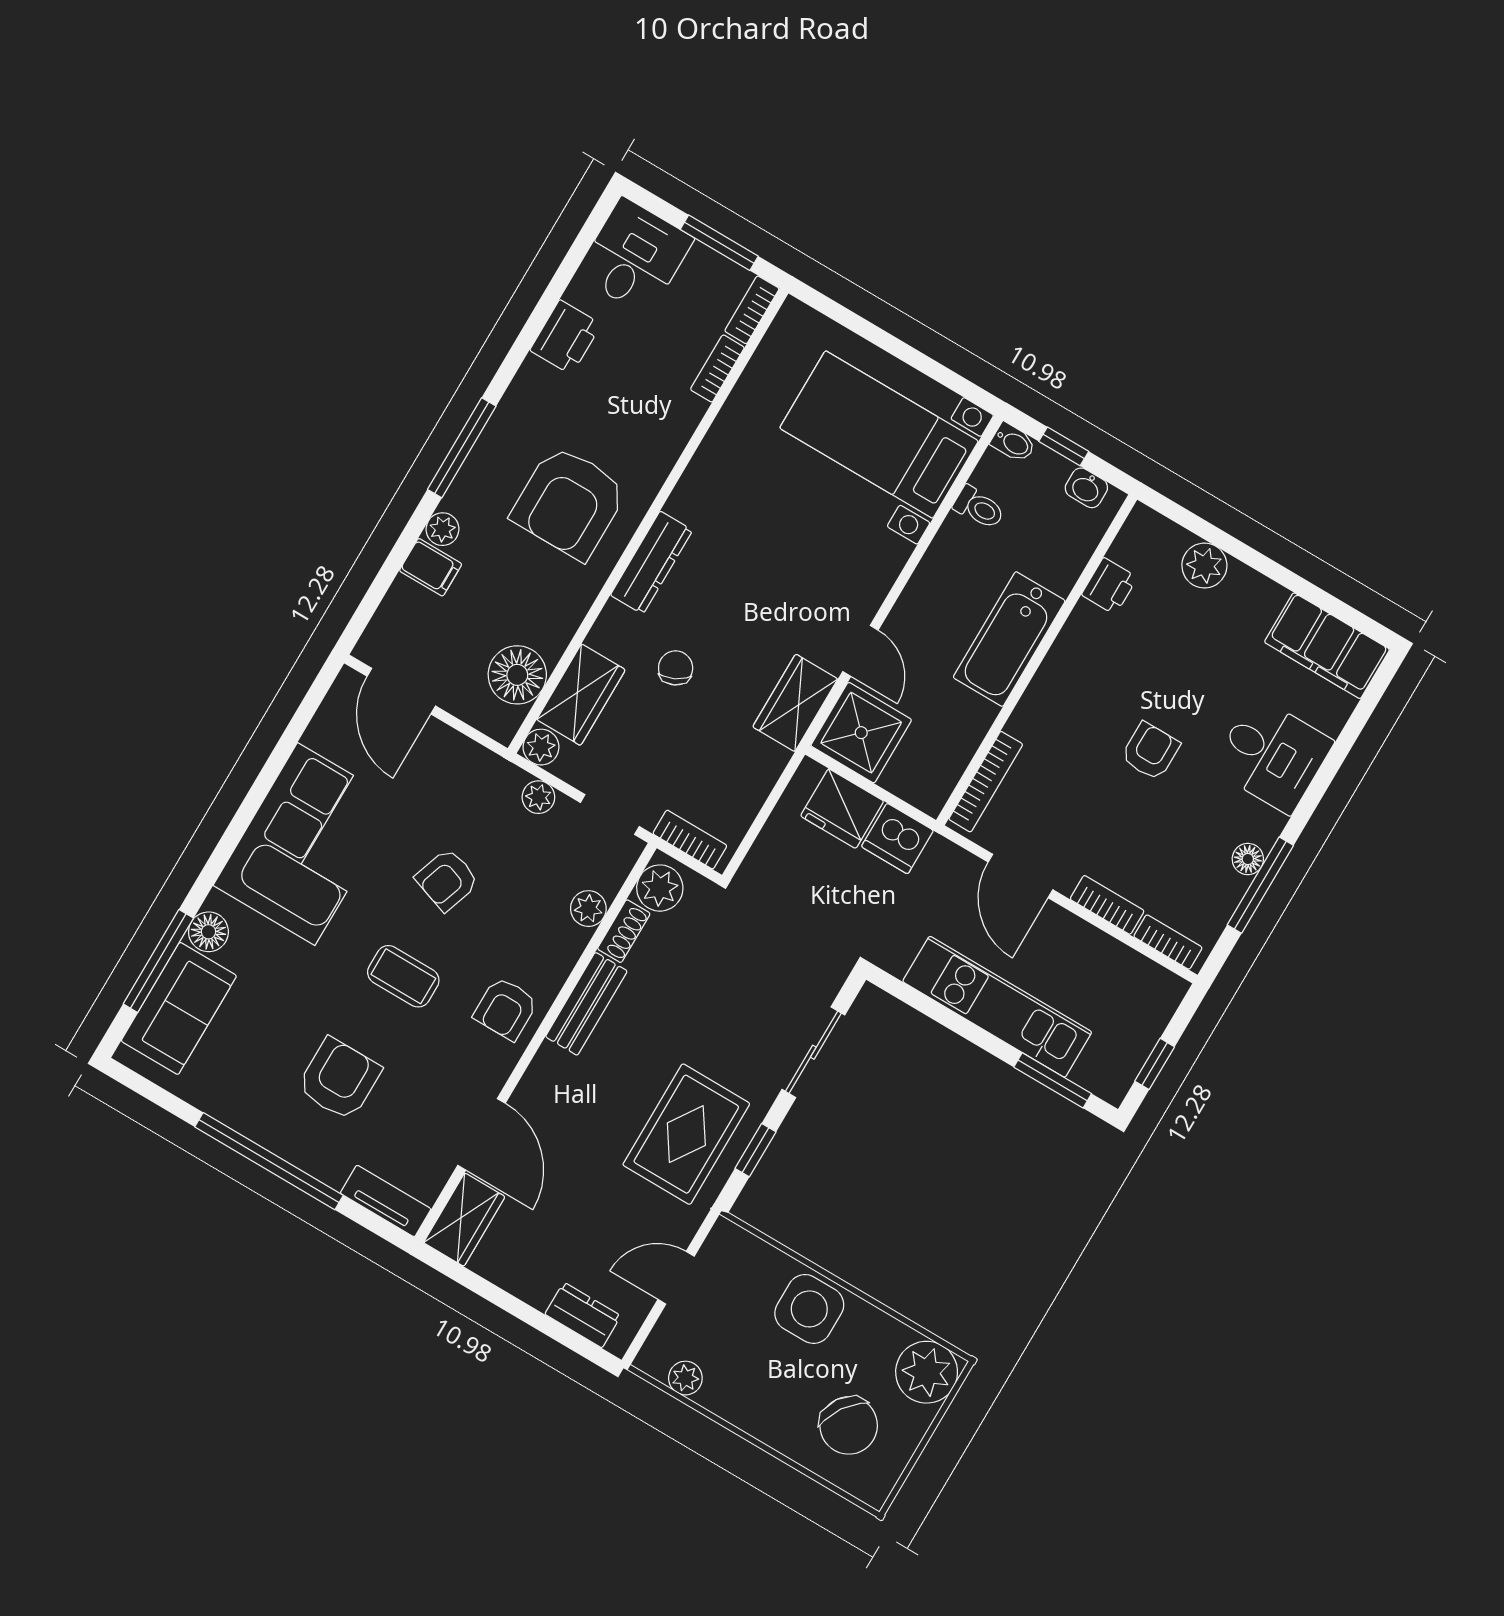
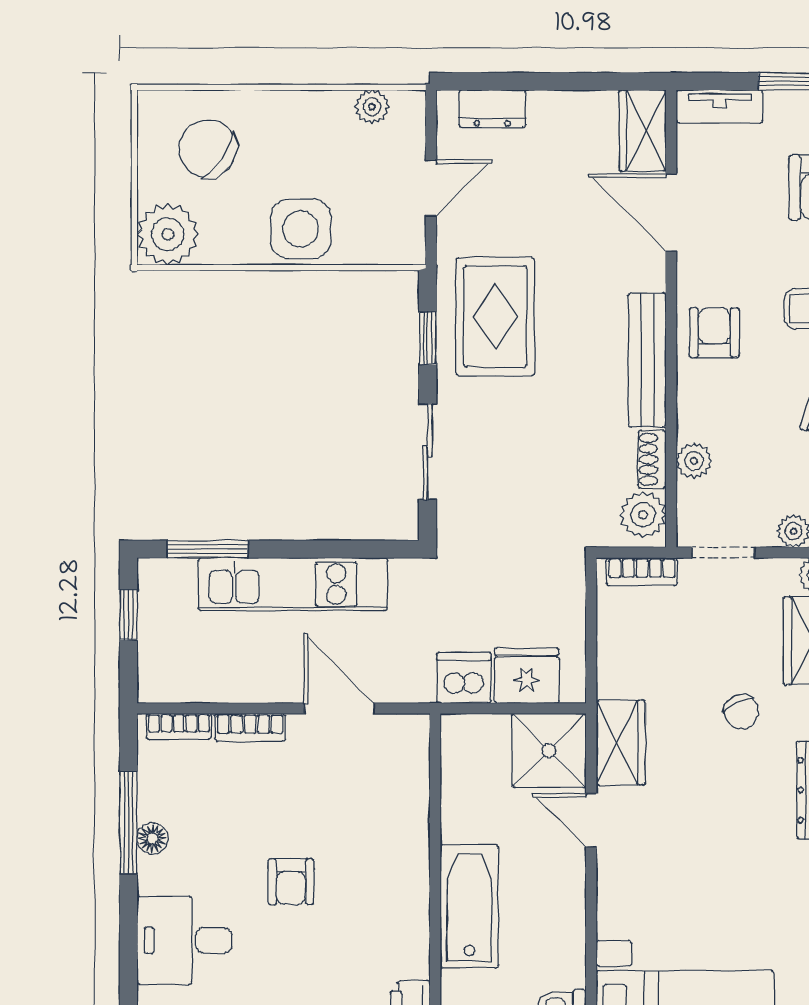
bookcase: (986, 782) -> (417, 772), removed
bench: (586, 1004) -> (647, 360), width x1.36

